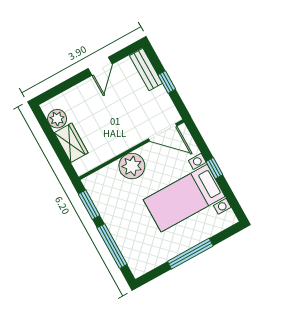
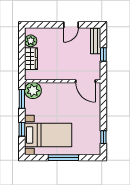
plant: (132, 166) -> (33, 91), moved
window: (214, 168) -> (103, 137), moved
bed with nightstands: (184, 198) -> (48, 135), moved, turned 180
window: (112, 246) -> (22, 129), width x0.46

